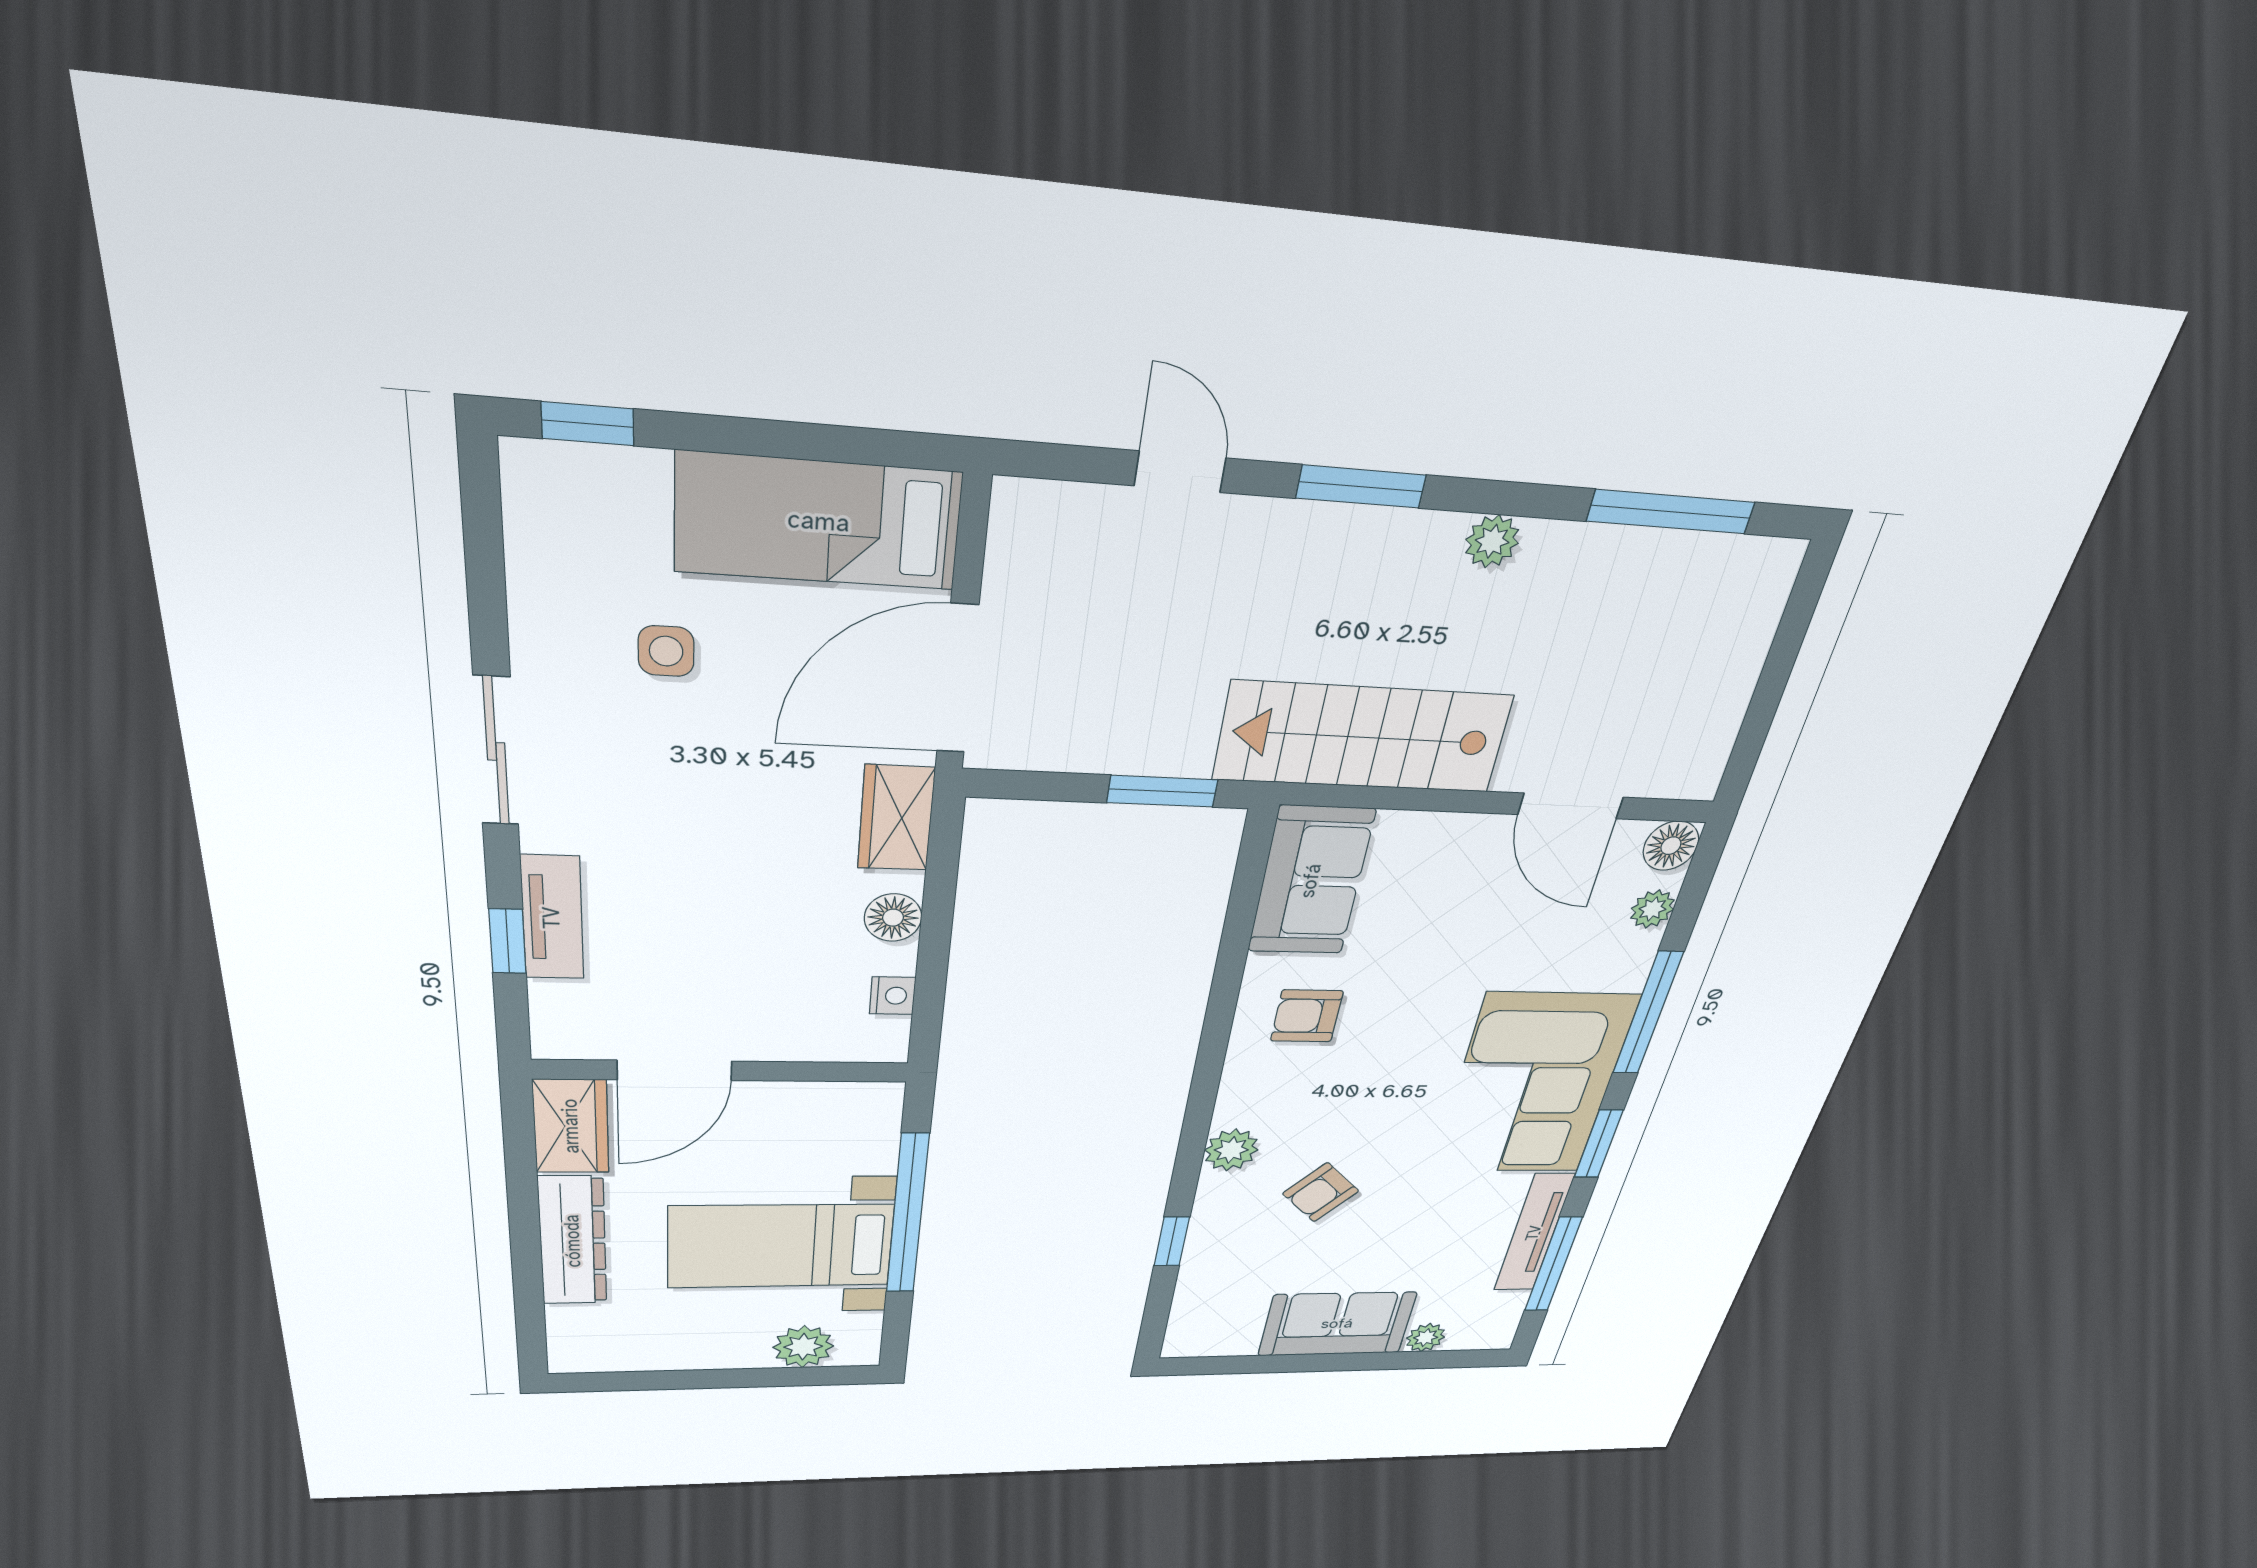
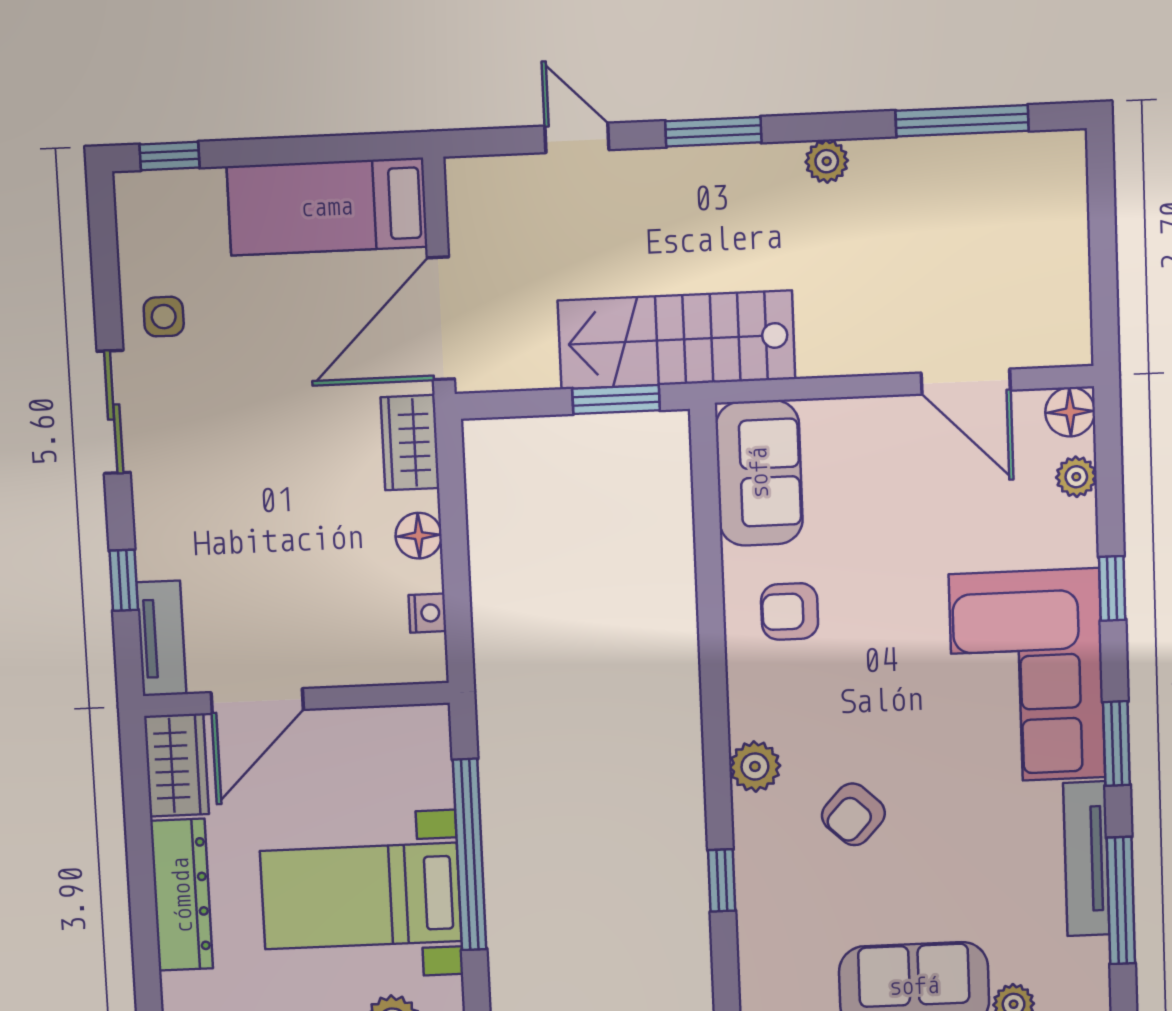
side table: (666, 651) -> (164, 317), moved
stairs: (1363, 737) -> (676, 340), moved
tv unit: (552, 918) -> (161, 638), moved
window: (1648, 1013) -> (1112, 588), width x0.46

